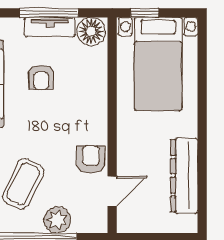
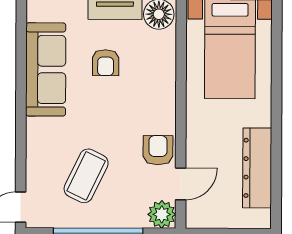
plant: (57, 220) -> (162, 214), moved

